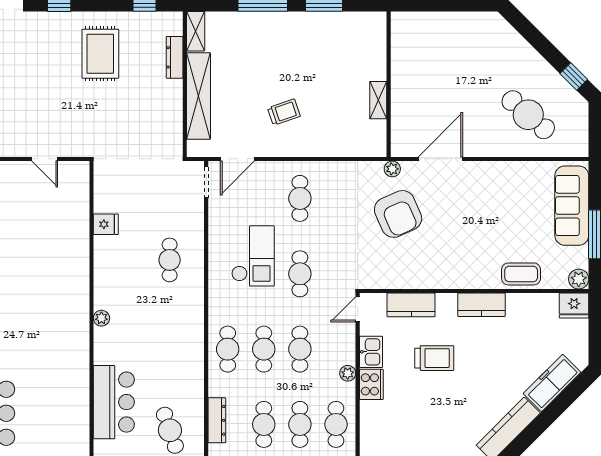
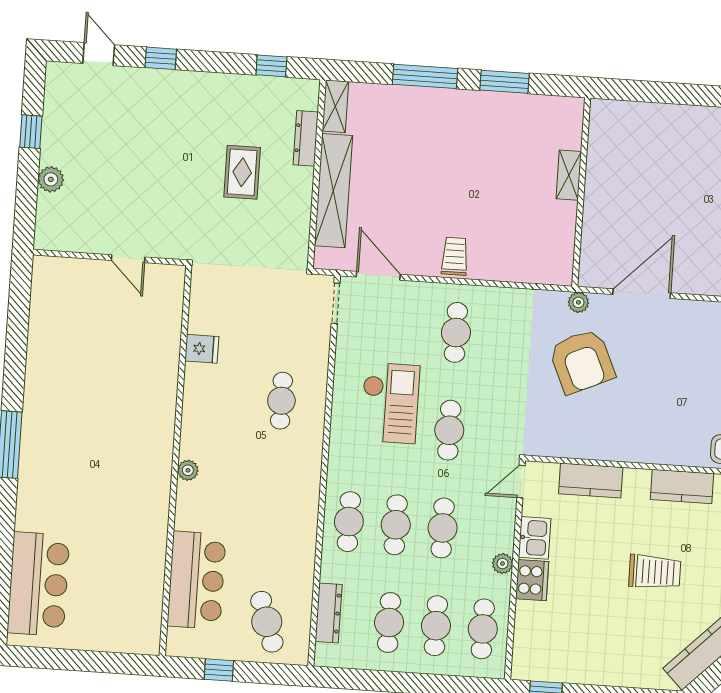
rug: (100, 54) -> (242, 172), moved, width x0.73, depth x0.70
shelving: (378, 100) -> (569, 175), moved
trolley: (284, 112) -> (455, 256), moved, turned -71
door: (237, 159) -> (378, 276), swing flipped
trolley: (434, 358) -> (655, 572), moved

